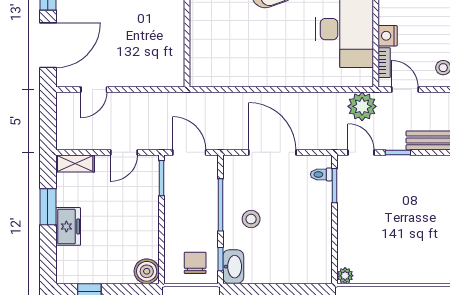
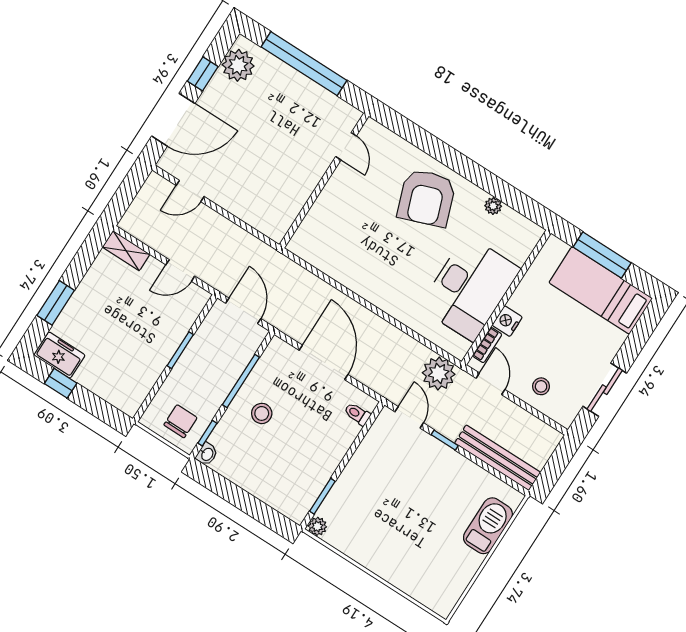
window: (162, 178) -> (180, 350), moved
window: (335, 186) -> (322, 496), moved
window: (48, 207) -> (56, 303), moved
freezer: (68, 226) -> (60, 355), moved, turned -90
washbasin: (233, 267) -> (207, 454), width x0.52, depth x0.69
boiler: (147, 271) -> (129, 399), removed

